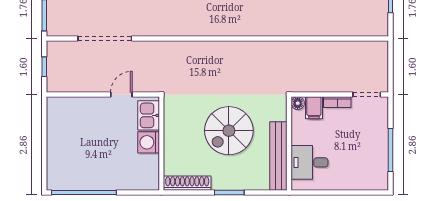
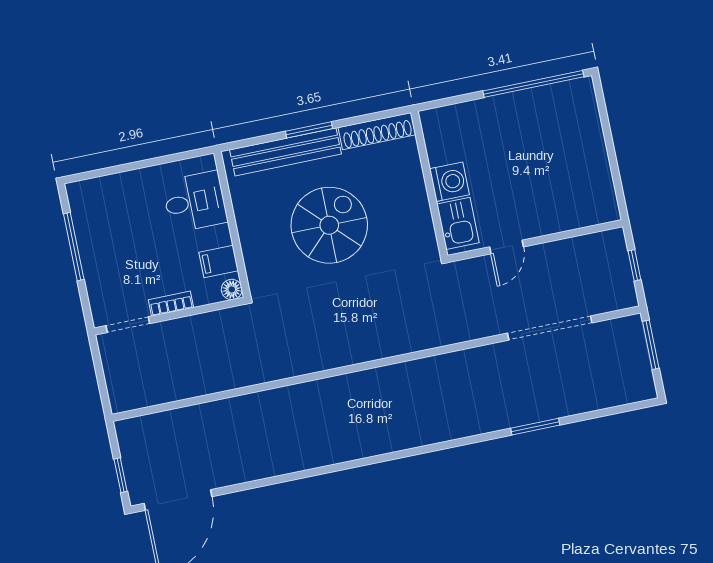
filing cabinet: (314, 108) -> (219, 262), moved, turned -90
bench: (278, 156) -> (285, 152), moved, turned 90

